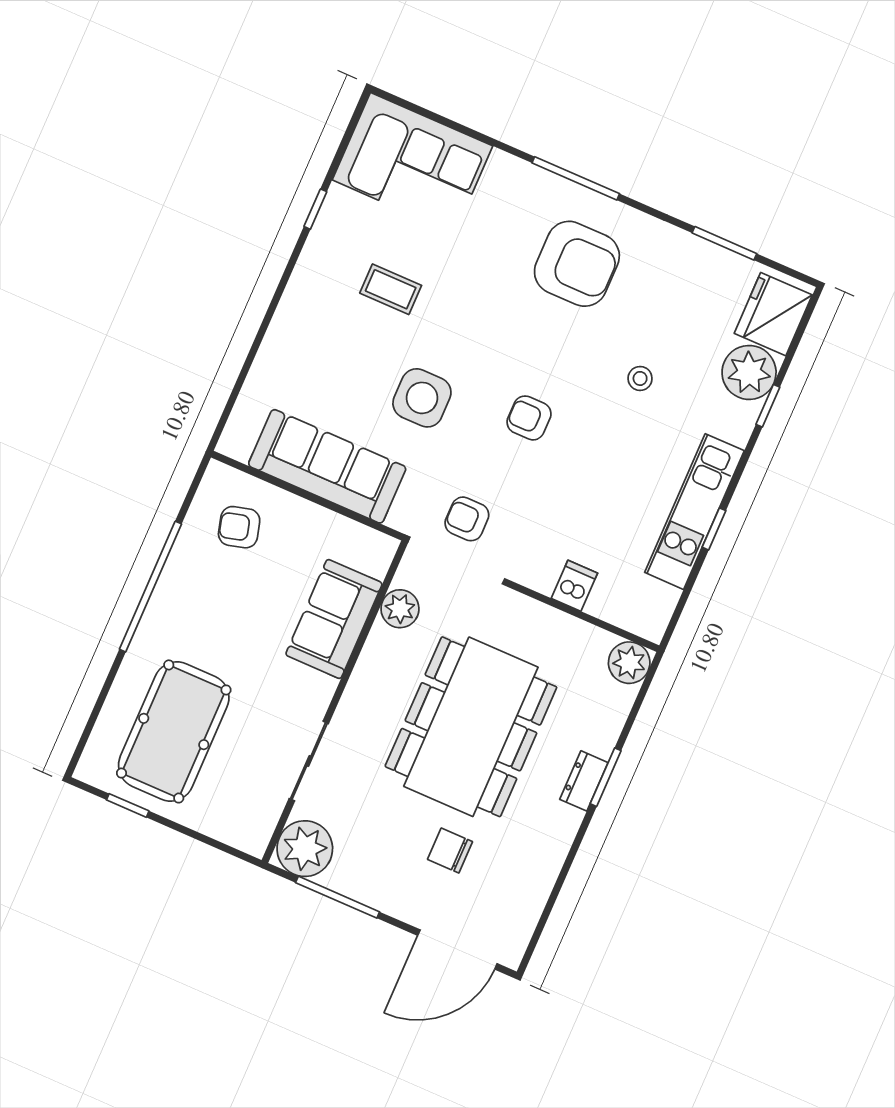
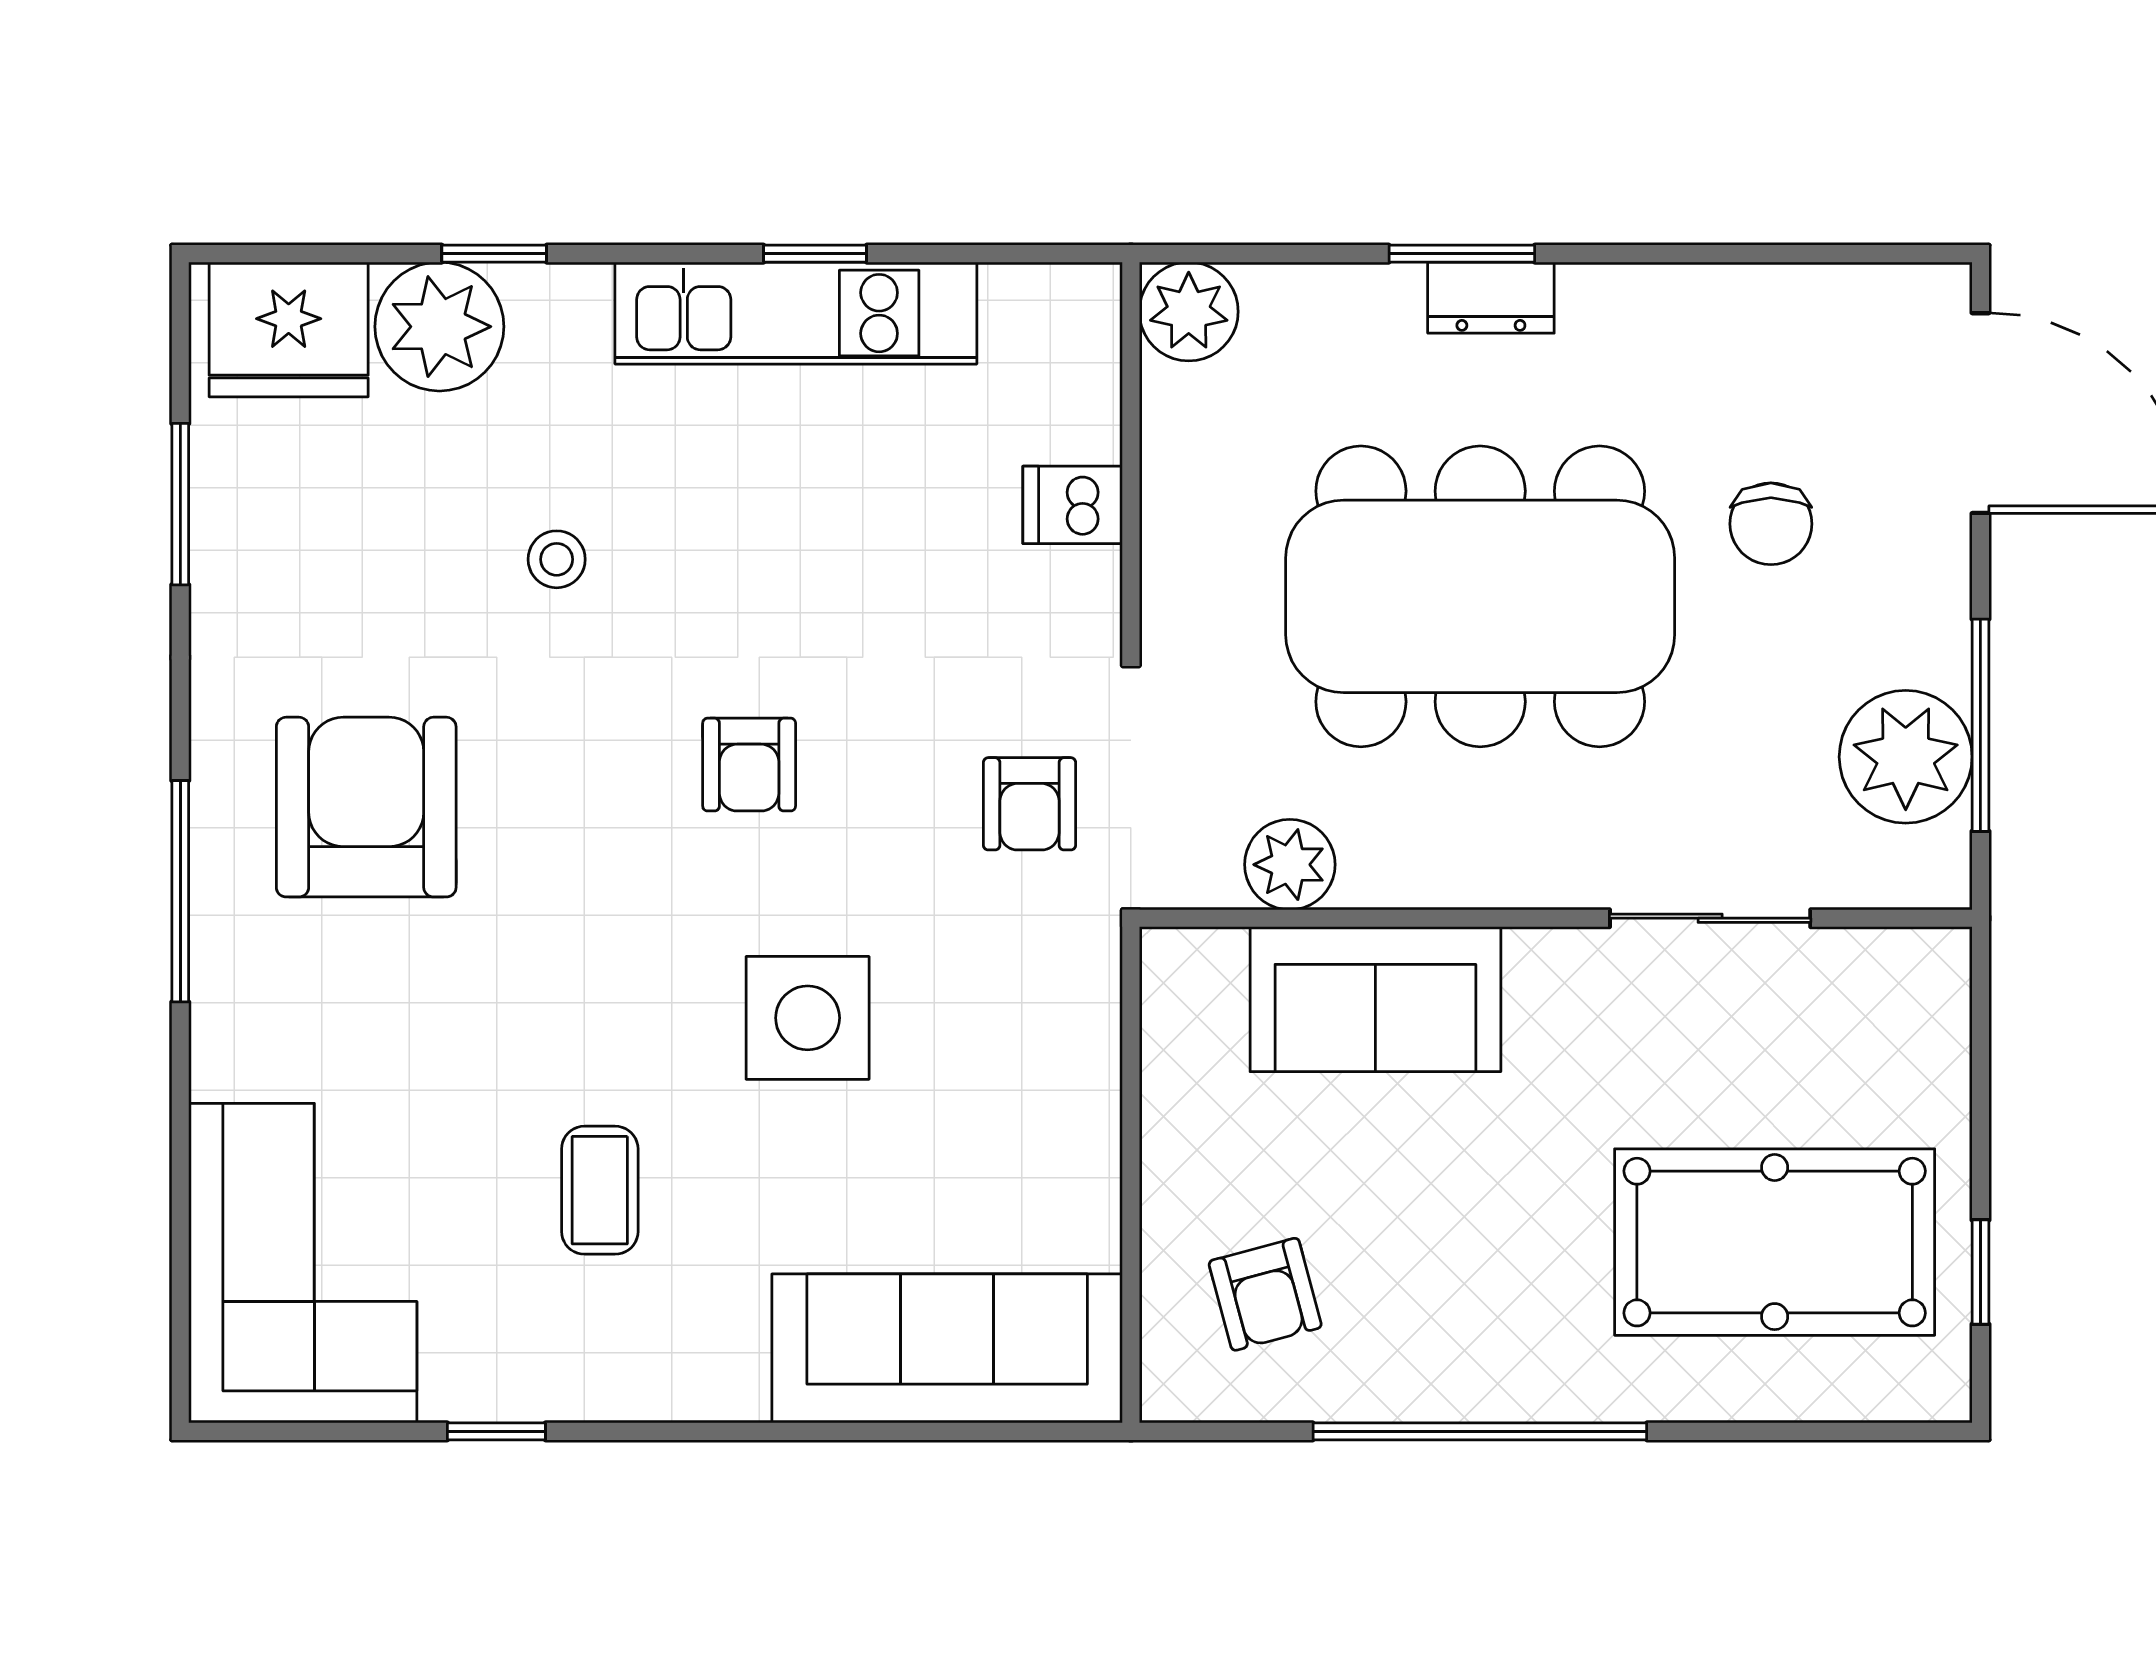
sofa: (327, 466) -> (947, 1348), moved, turned 90
plant: (305, 849) -> (1906, 757), moved

